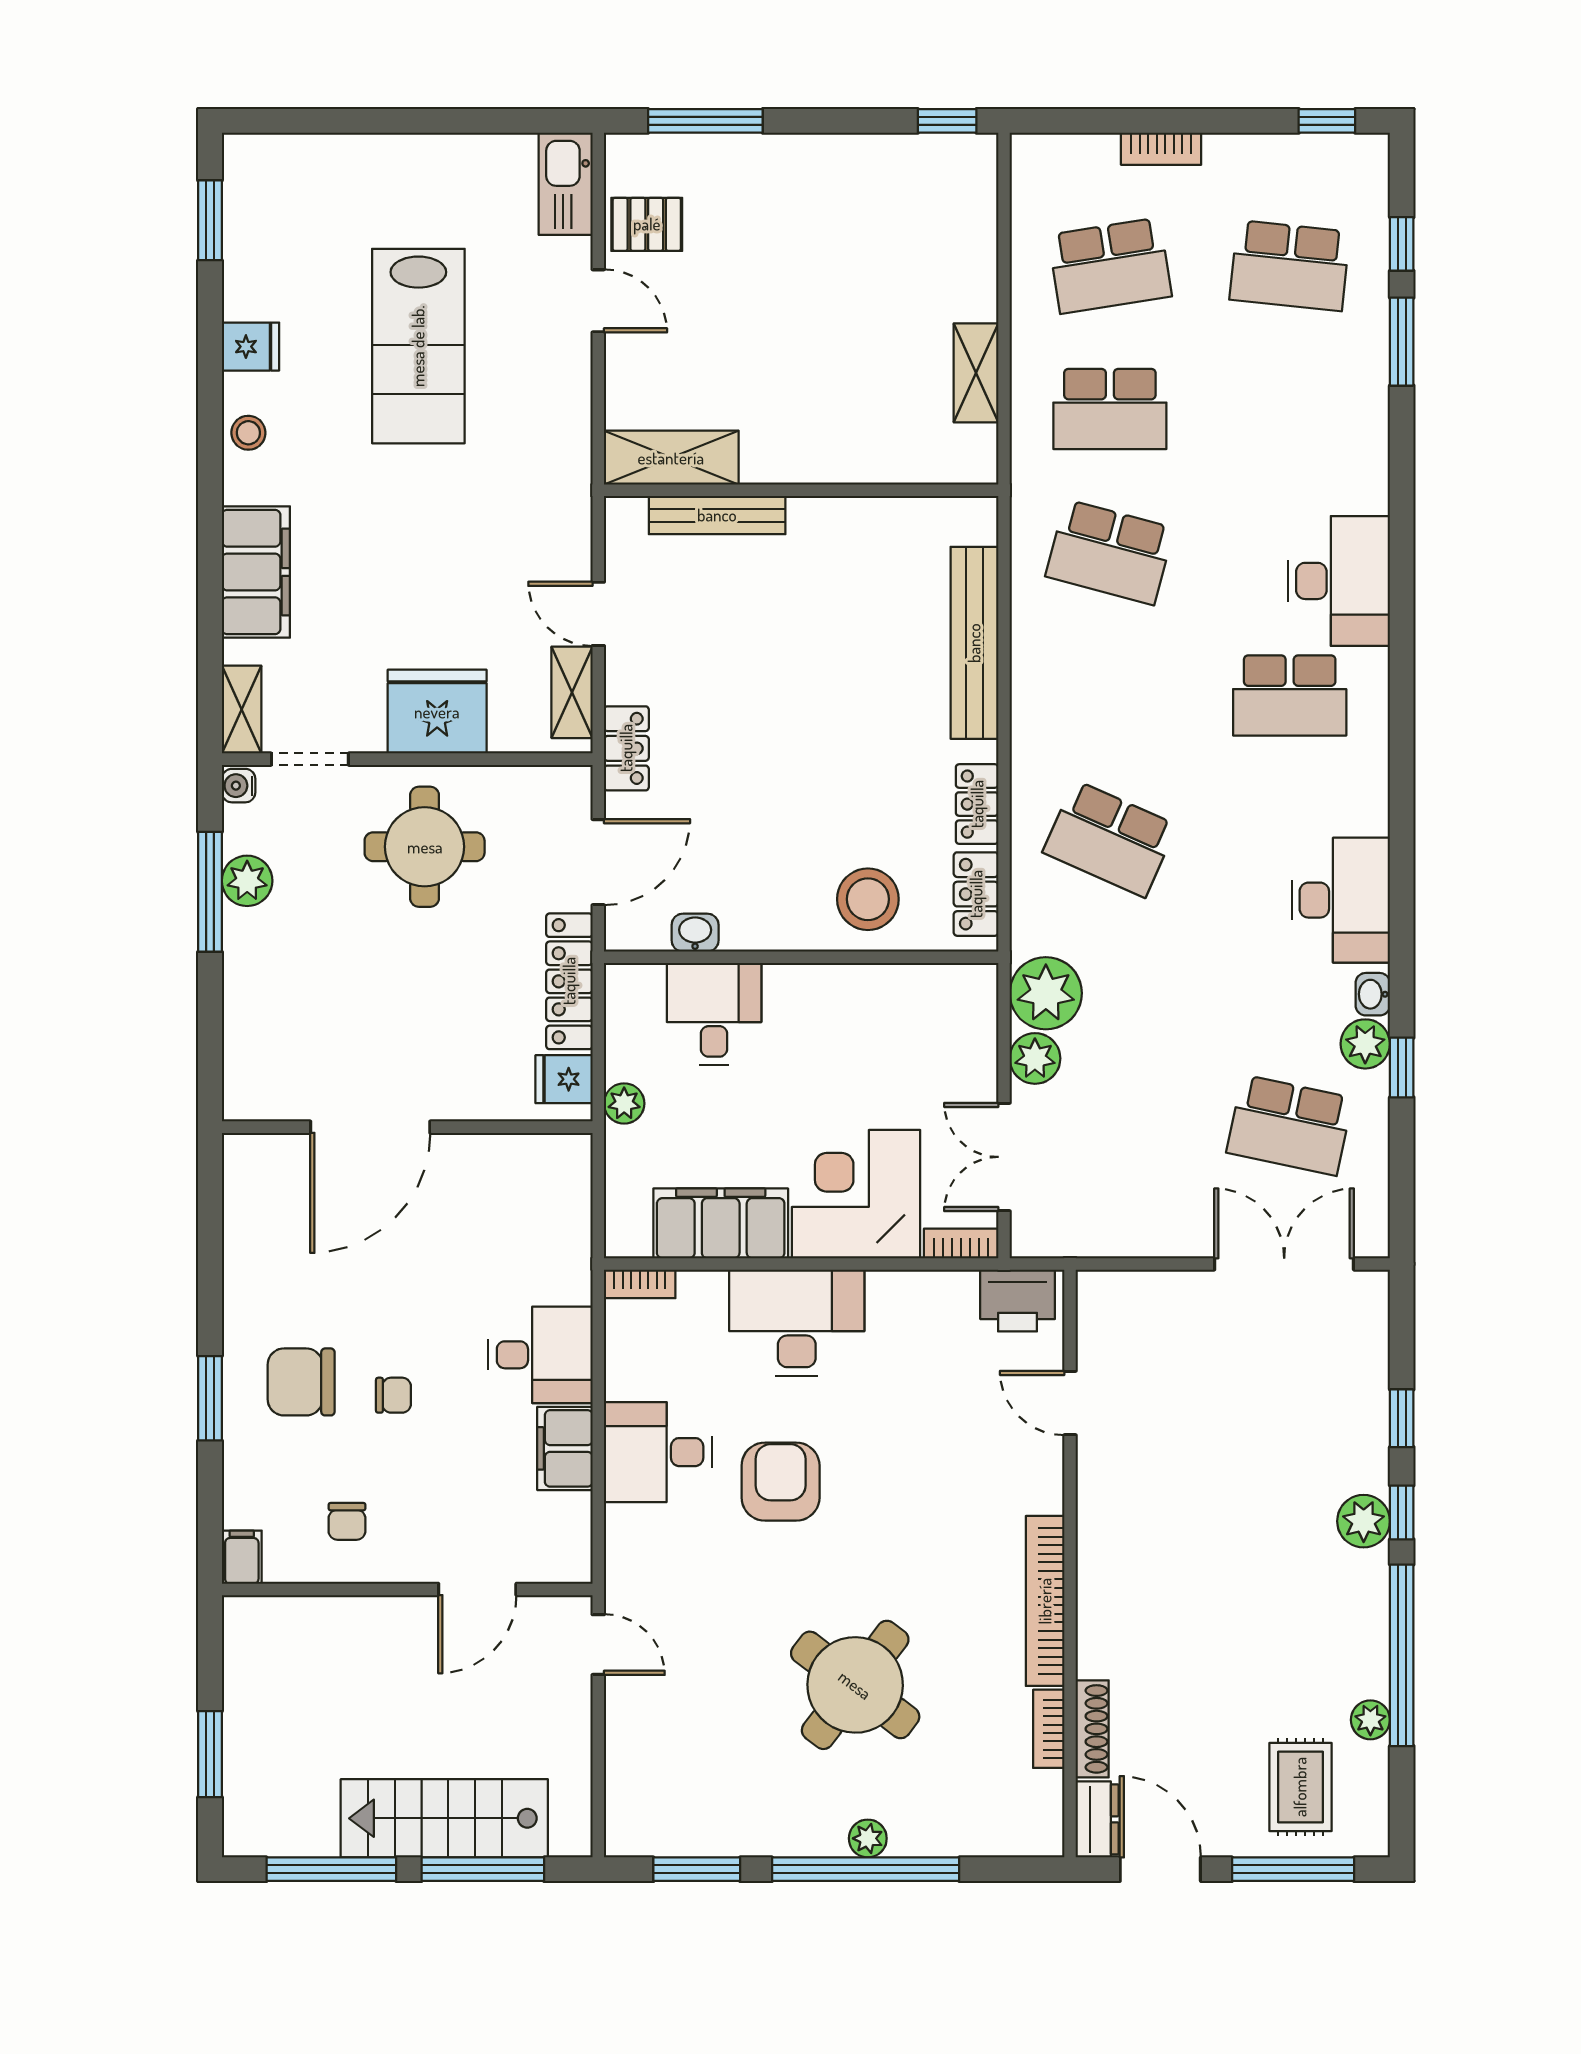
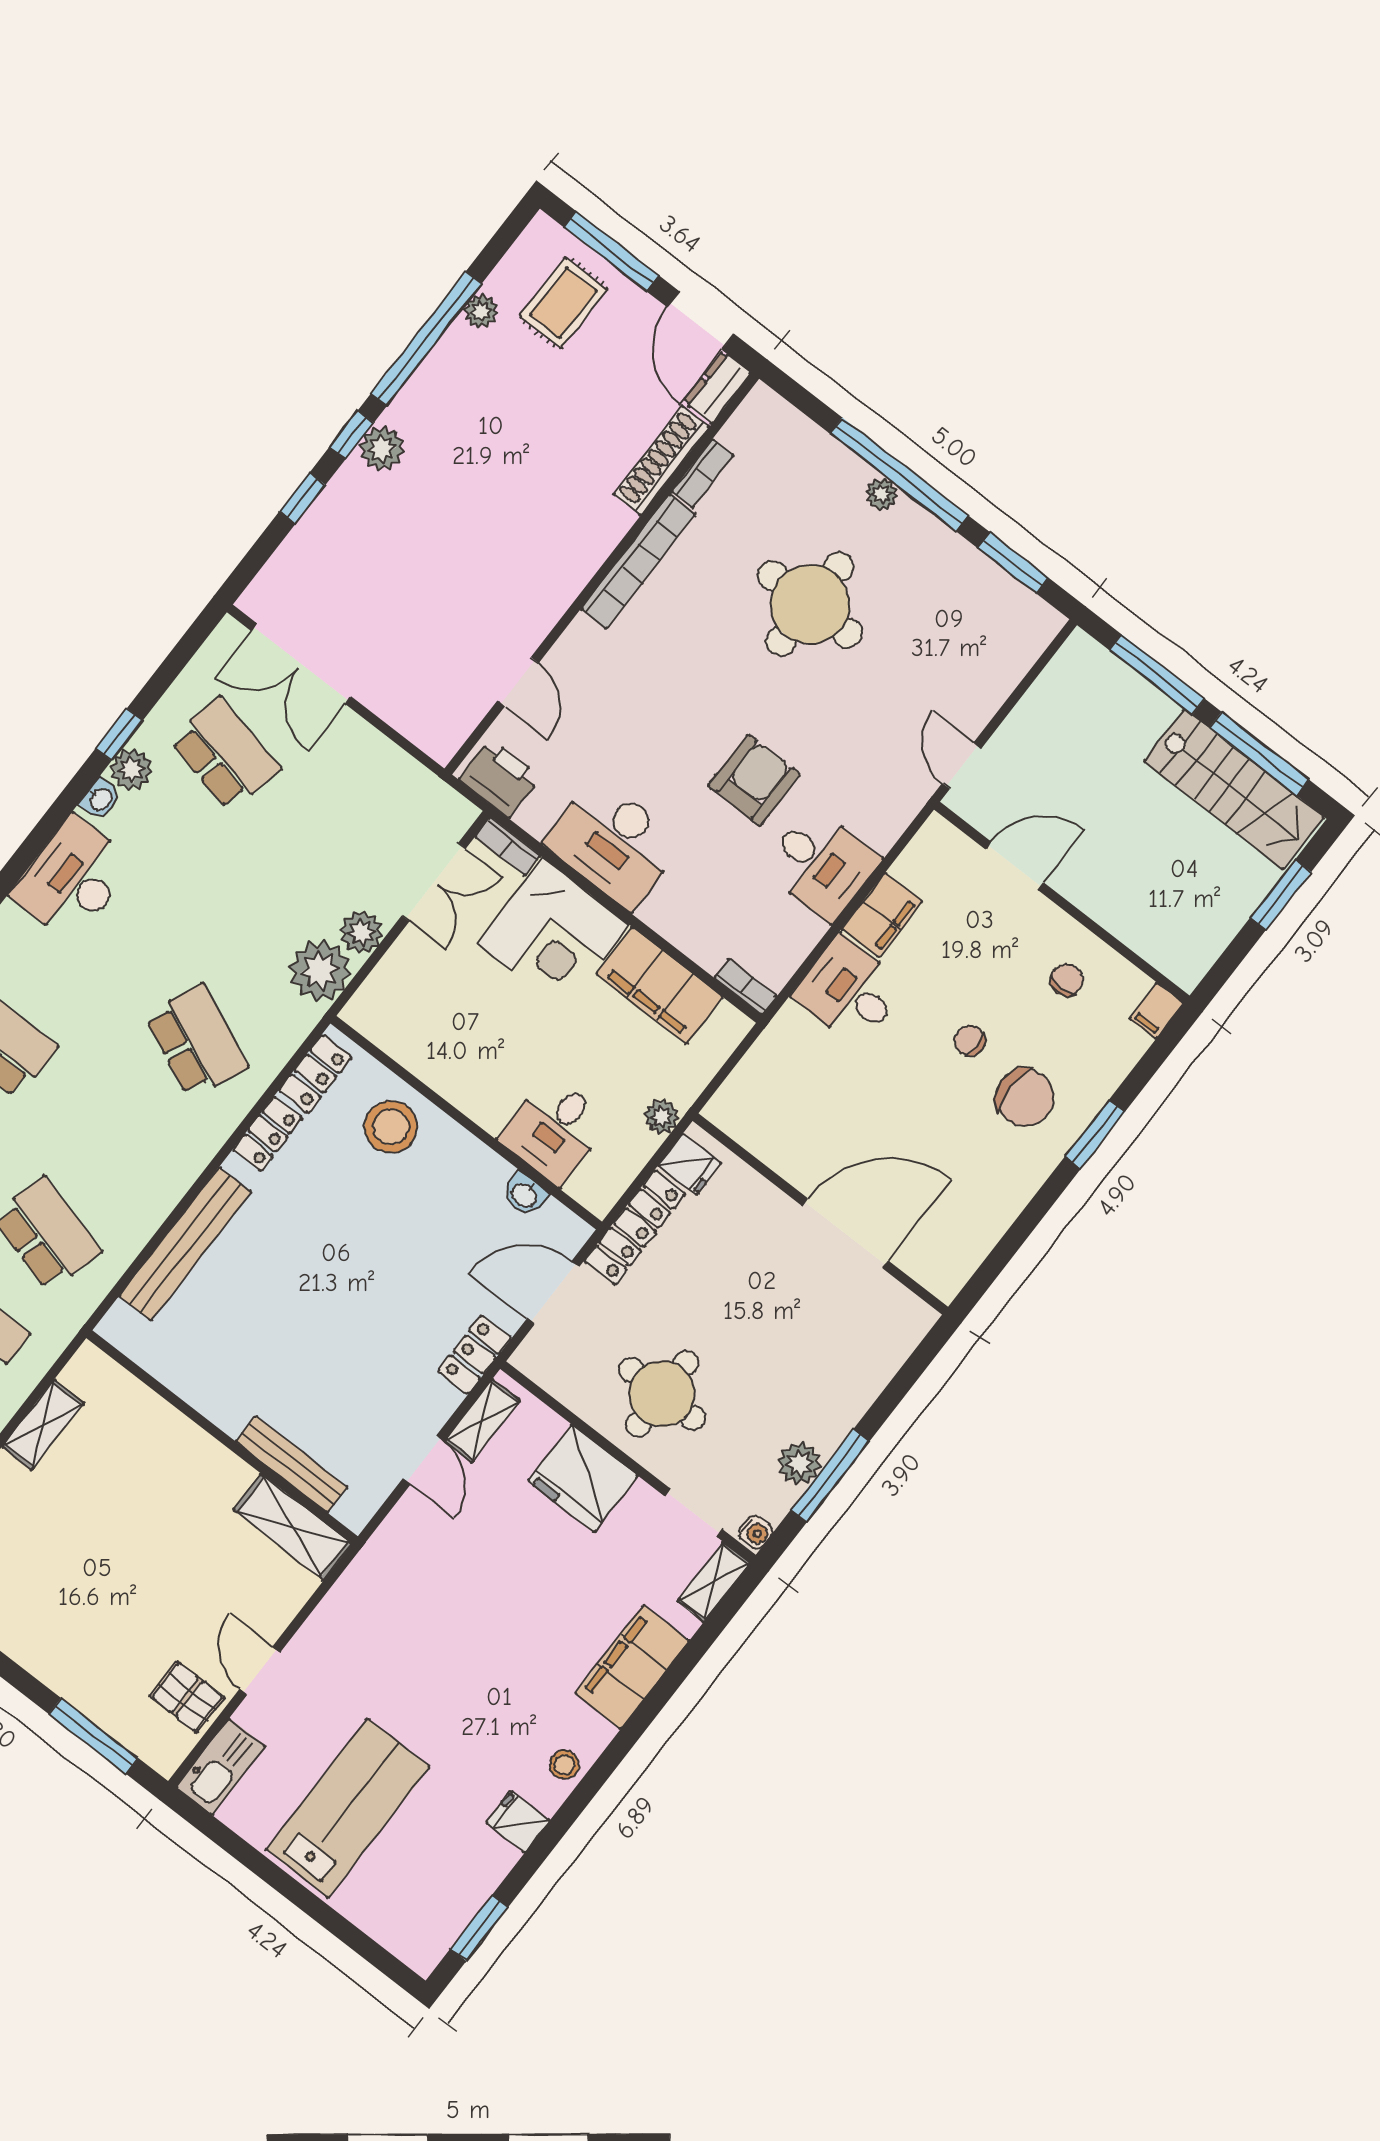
lab bench: (418, 346) -> (348, 1808), moved
desk: (797, 1323) -> (614, 843), moved
armchair: (781, 1482) -> (754, 780), turned 180
round table: (855, 1685) -> (810, 604), turned -37
shoe rack: (1092, 1729) -> (661, 460), width x1.36, depth x1.24
stairs: (444, 1818) -> (1234, 789), moved

